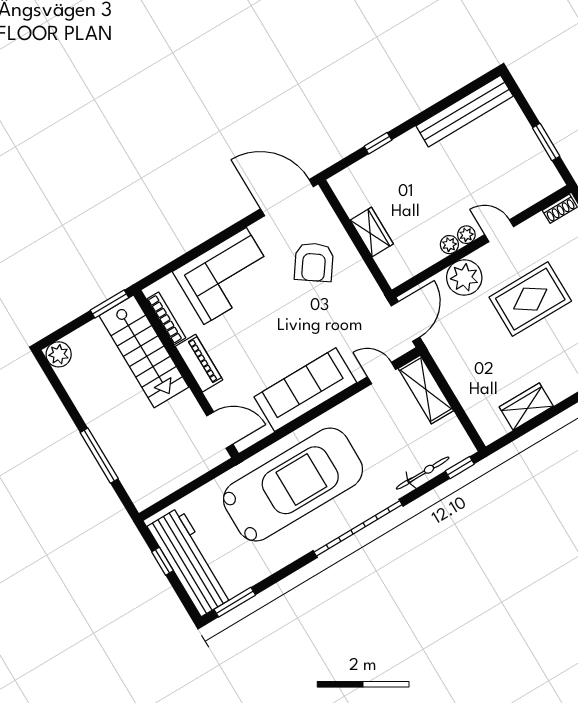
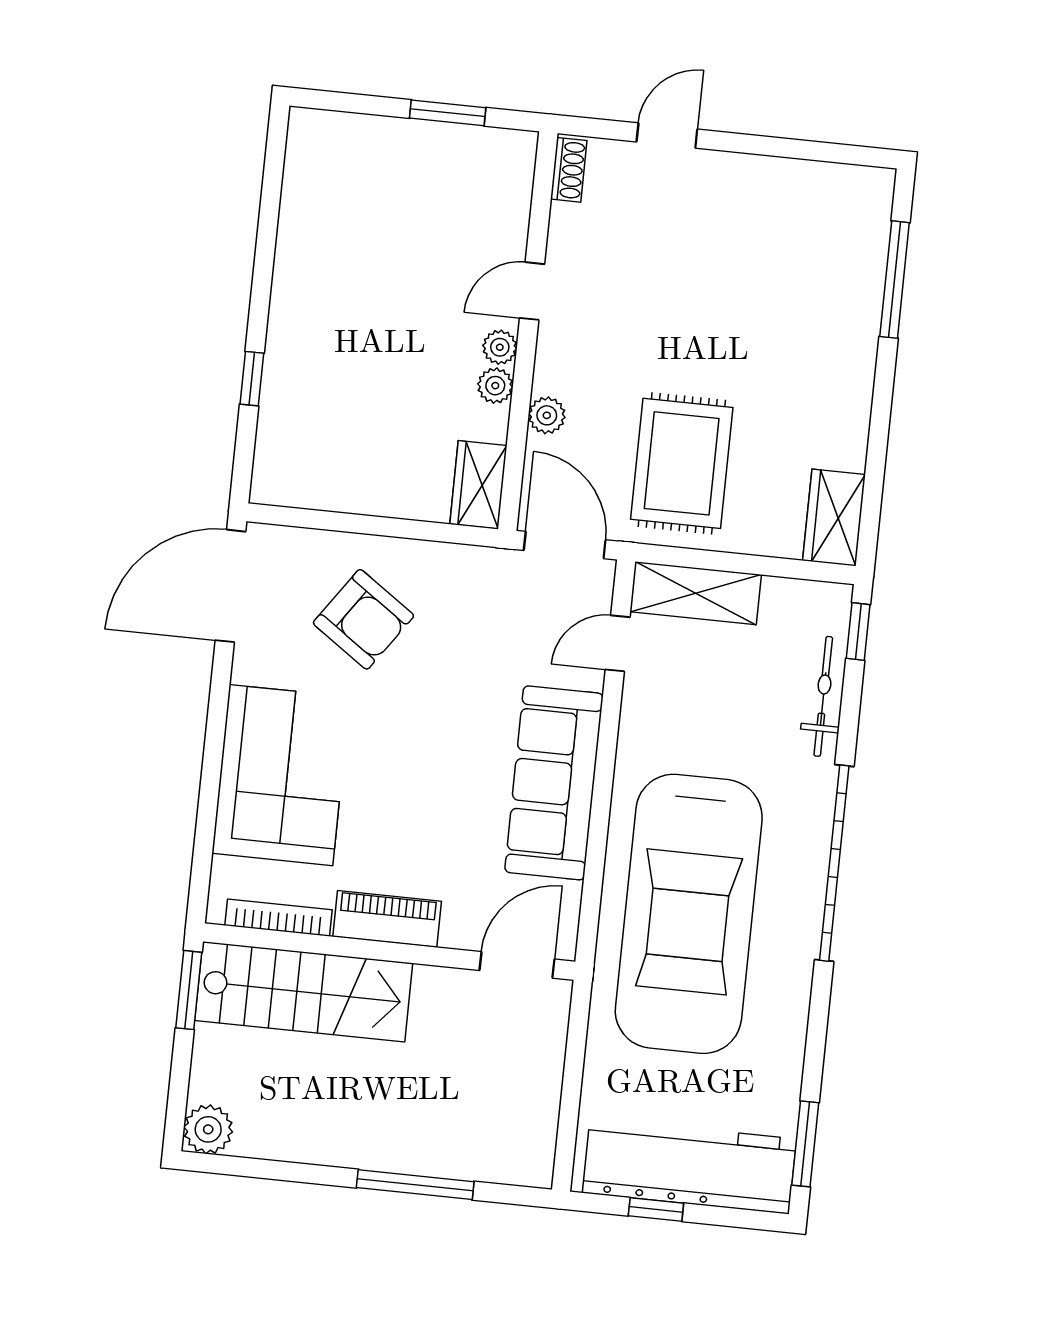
bench: (465, 111) -> (303, 205), removed
wardrobe: (372, 232) -> (478, 485), moved, turned -90
plant: (464, 277) -> (547, 415), width x0.53, depth x0.53
rug: (530, 299) -> (682, 463), moved
wardrobe: (526, 407) -> (834, 518), moved
car: (293, 485) -> (689, 914), turned 180

